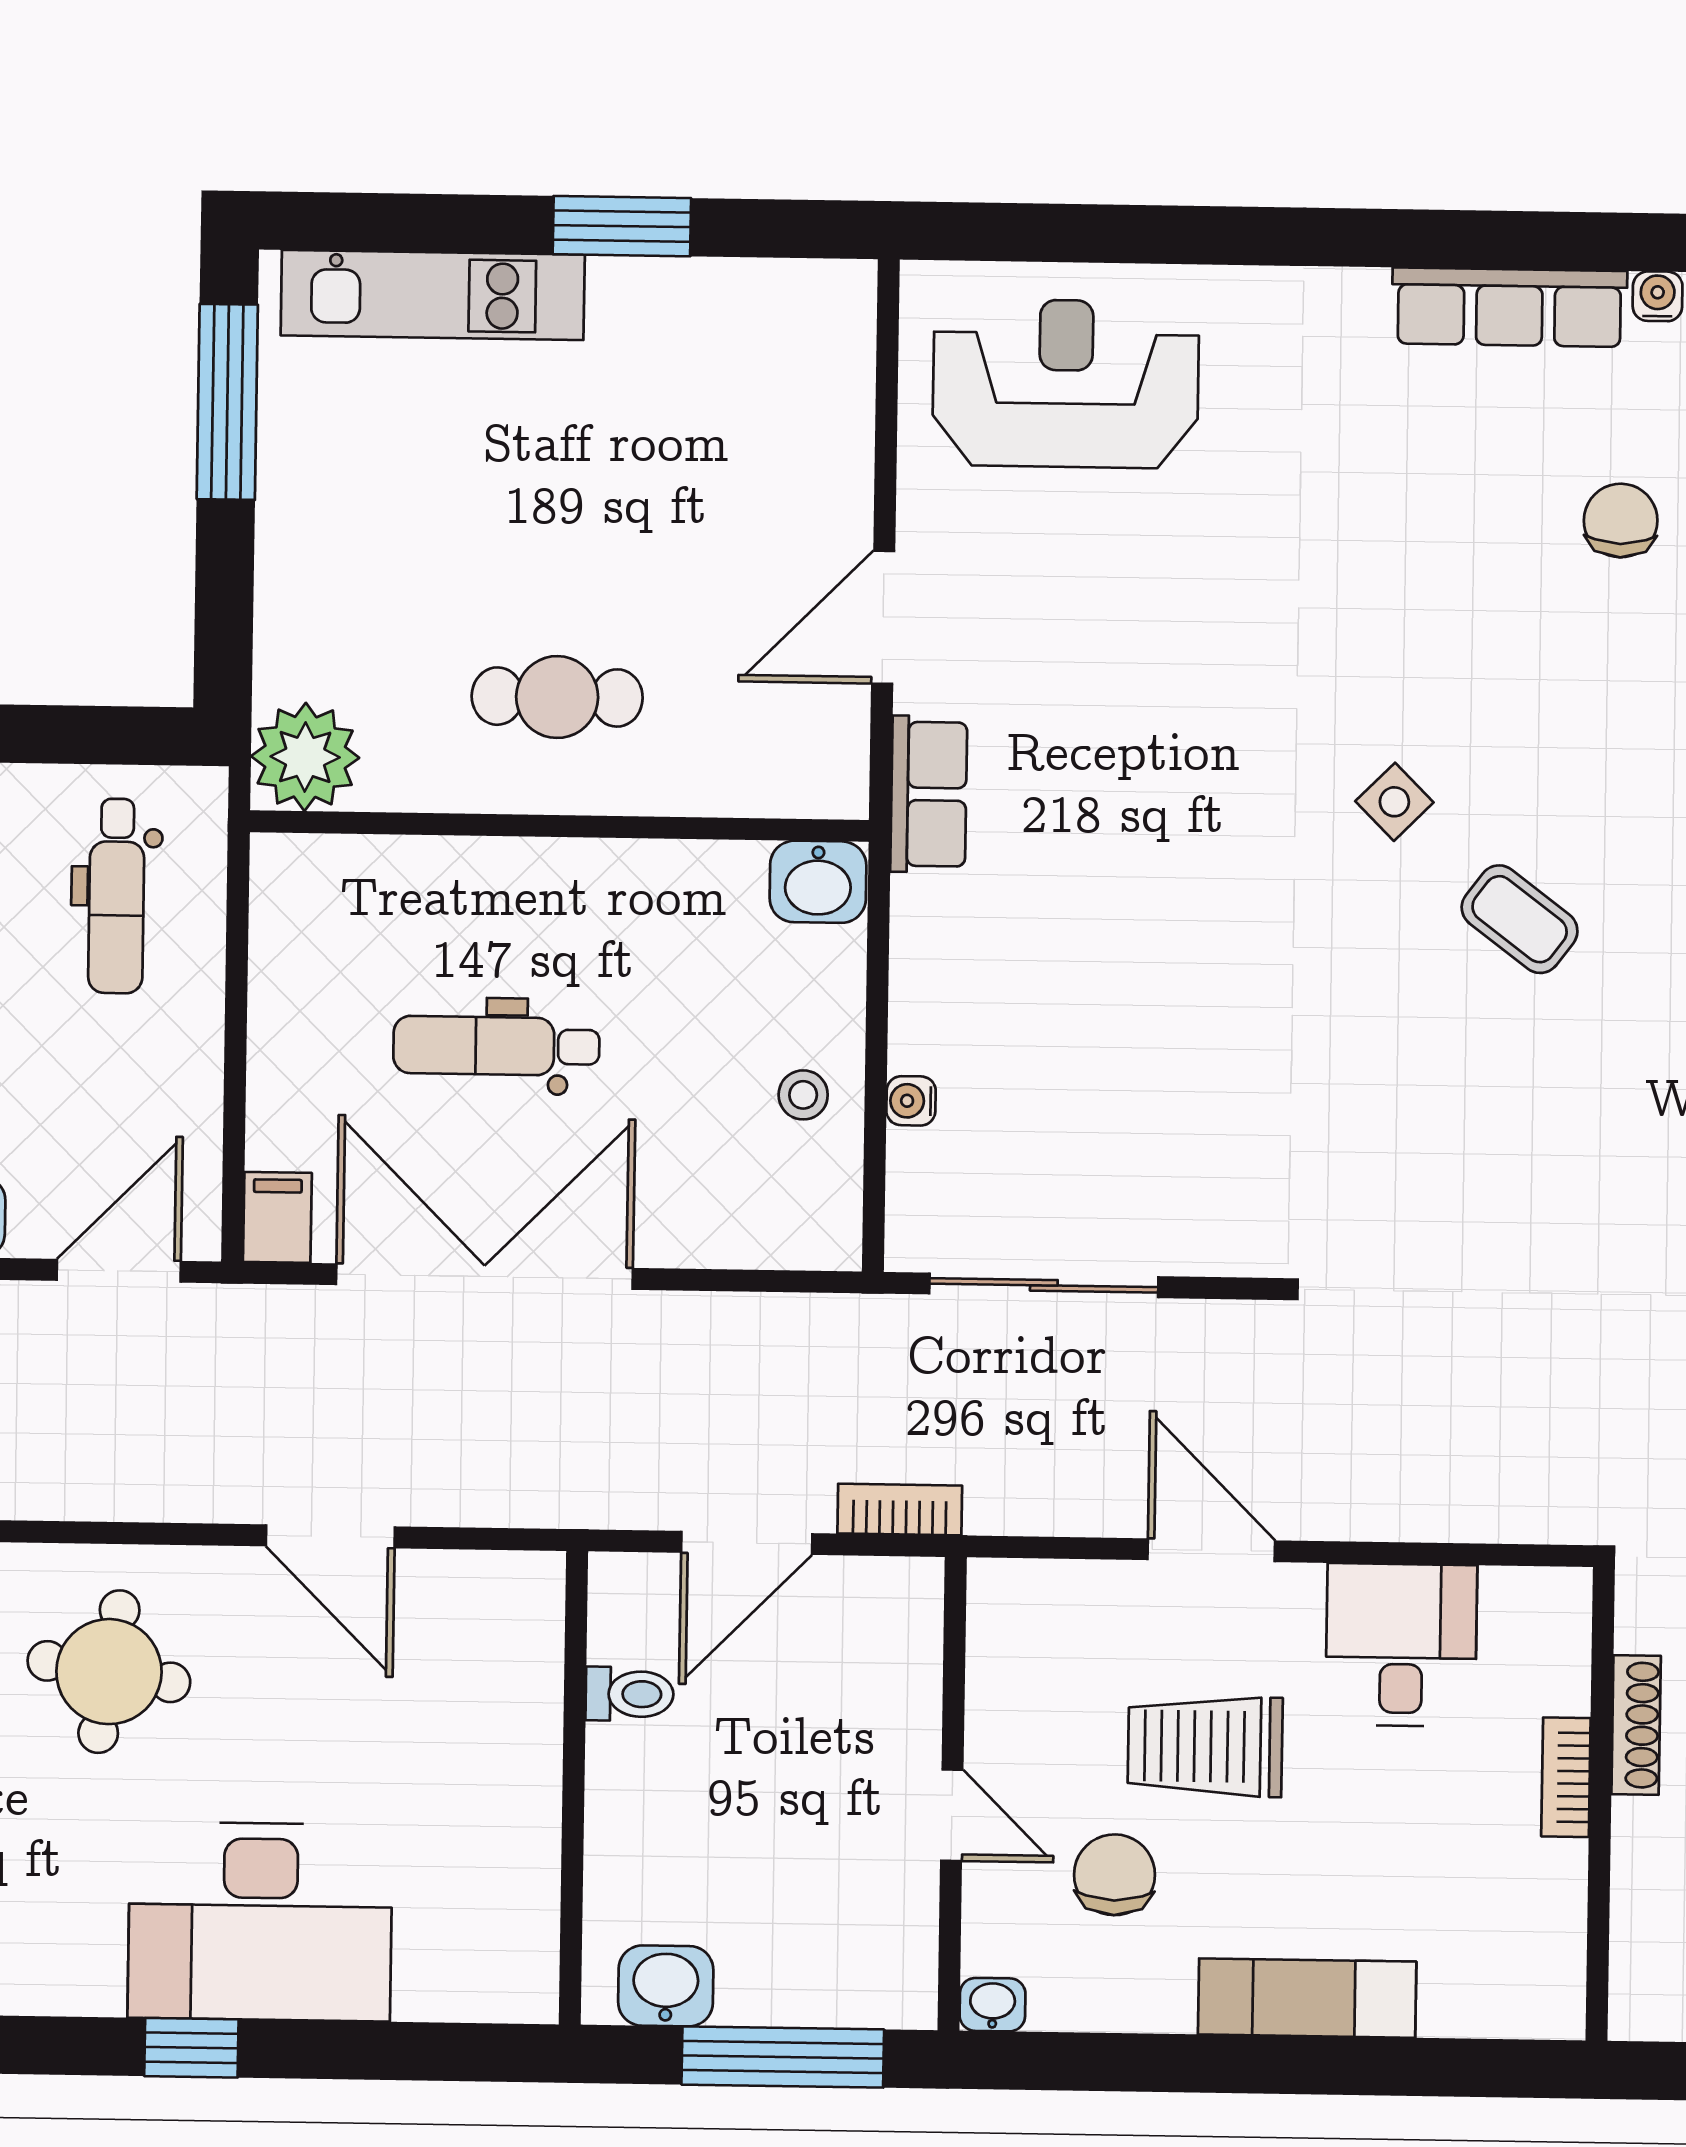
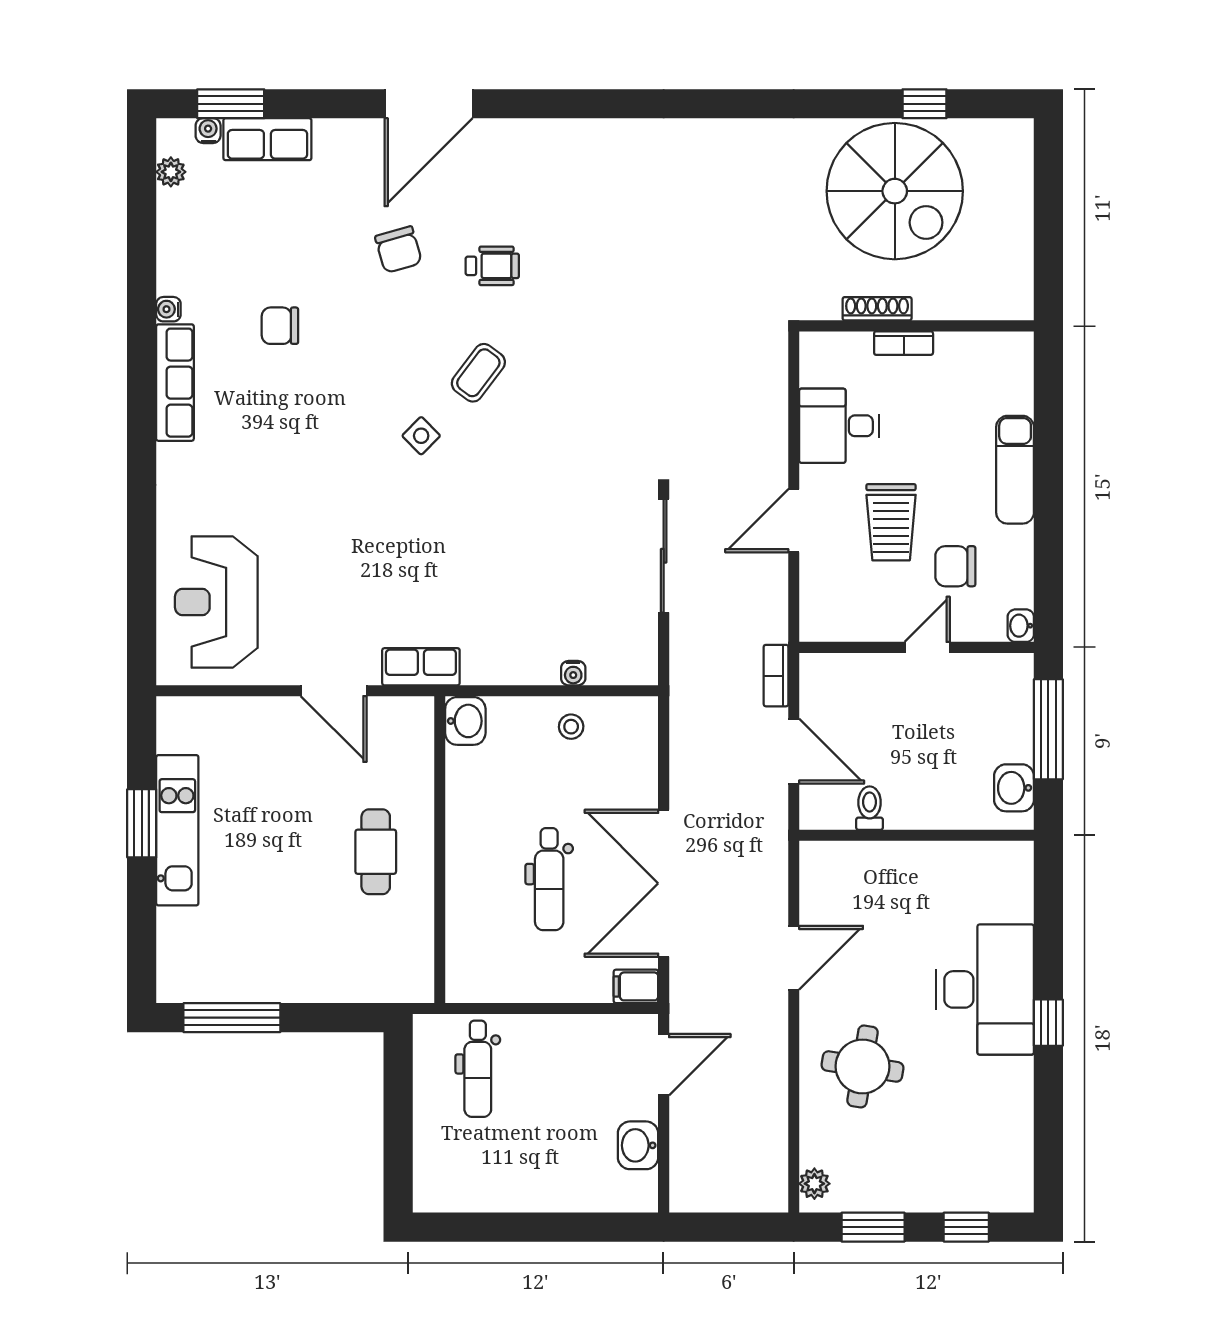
kitchen unit: (433, 295) -> (177, 830), moved
plant: (305, 757) -> (407, 976), removed
dental chair: (116, 896) -> (478, 1069), turned 90
door: (119, 1271) -> (664, 1065), swing flipped
sliding door: (1044, 1285) -> (664, 556), moved

